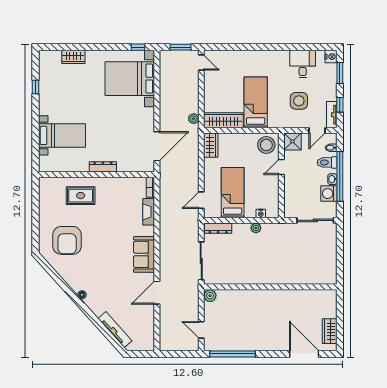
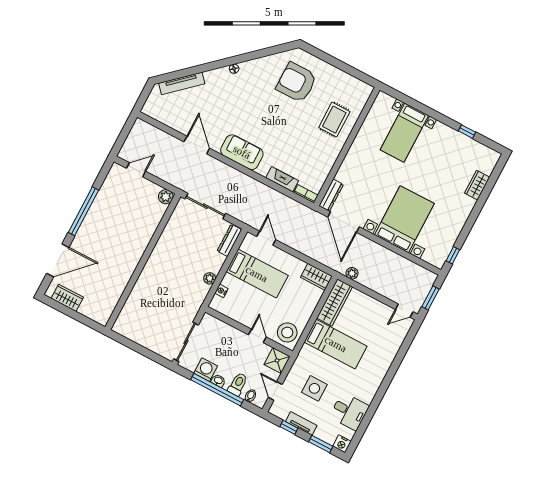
bed with nightstands: (130, 79) -> (404, 219), moved
tv unit: (332, 115) -> (301, 423), moved
dresser: (103, 167) -> (331, 195), moved
window: (233, 354) -> (83, 211), moved

